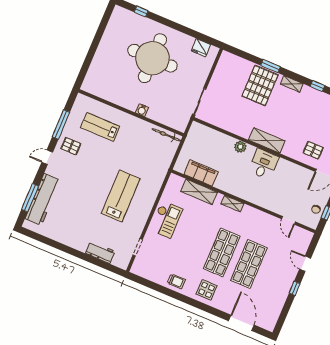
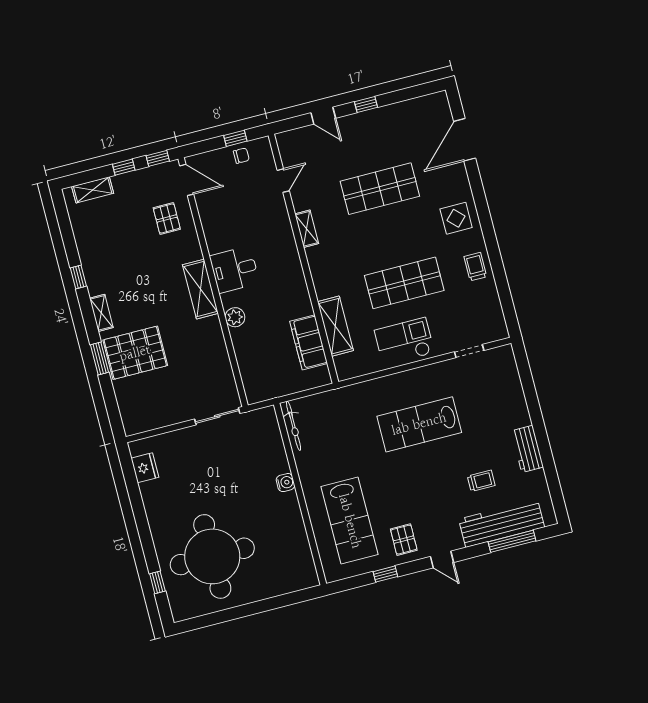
round table: (152, 58) -> (212, 556), moved
window: (61, 125) -> (385, 574), width x0.46
lab bench: (100, 127) -> (350, 521), width x1.36, depth x1.39
shelving: (232, 204) -> (307, 229), moved
trolley: (71, 205) -> (481, 481), added
workbench: (100, 252) -> (527, 449), moved
shop shelf: (222, 252) -> (404, 283), moved
door: (305, 264) -> (323, 116), hinge flipped

